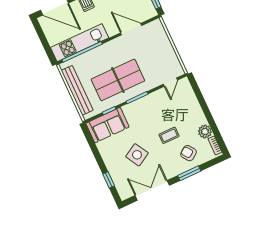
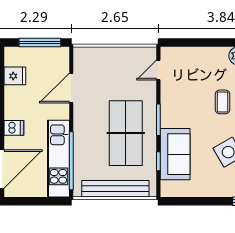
door: (170, 82) -> (158, 70), swing flipped
sofa: (107, 125) -> (175, 154), moved

